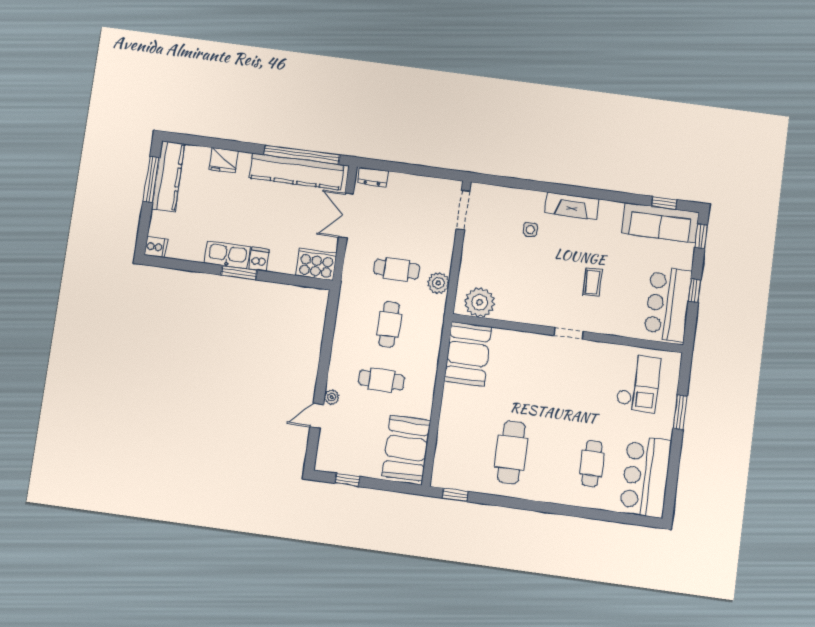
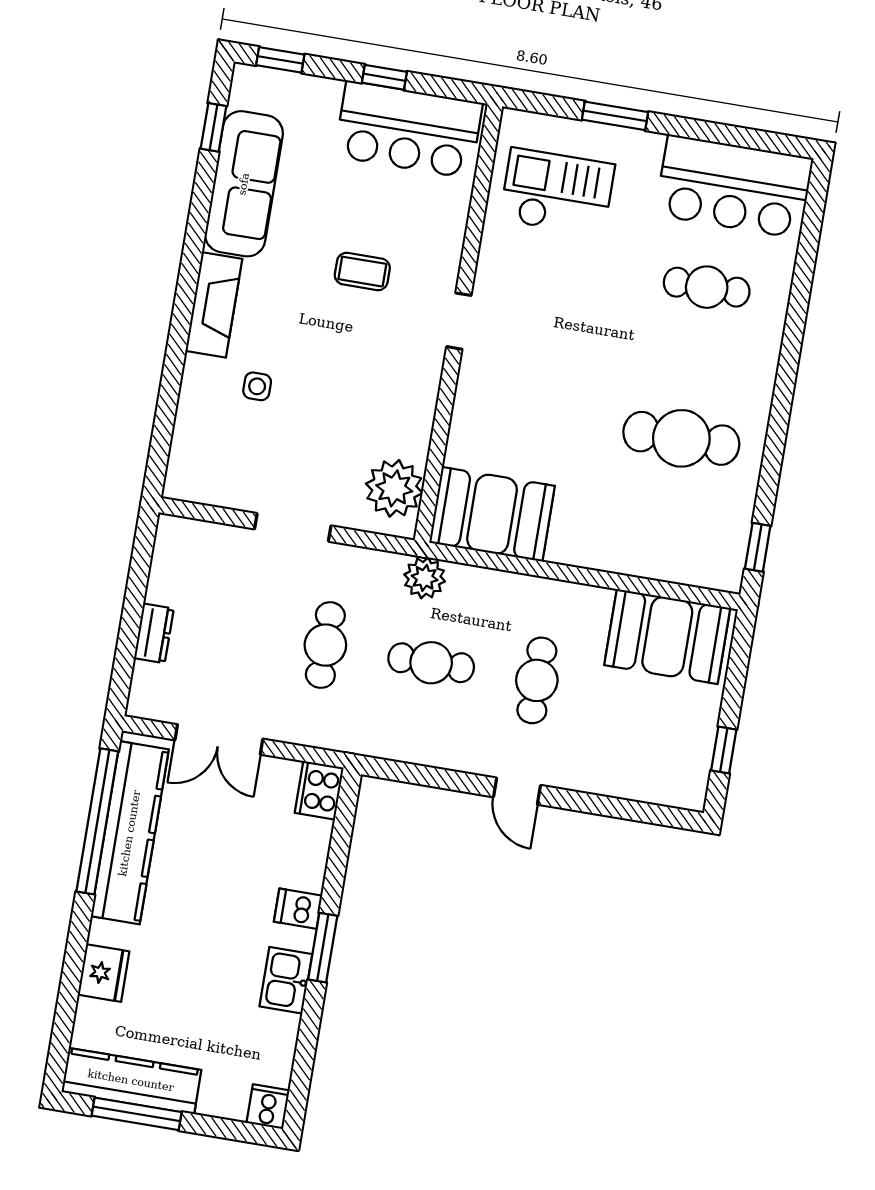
dresser: (373, 177) -> (154, 633), moved
doorway: (463, 210) -> (293, 527), moved
sofa: (660, 223) -> (244, 184), moved
kitchen sink: (228, 255) -> (286, 980), width x0.73
cooker: (316, 264) -> (319, 790), width x0.73, depth x0.76
plant: (438, 283) -> (425, 578), moved
plant: (332, 397) -> (566, 776), removed
door: (317, 416) -> (517, 791), moved

